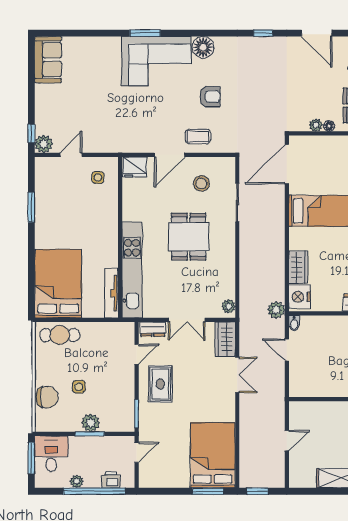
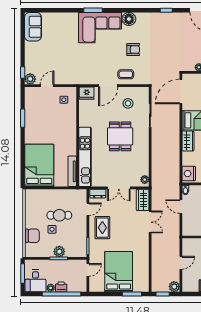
wardrobe: (298, 267) -> (188, 141), moved
plant: (276, 310) -> (174, 287), moved
cafe table: (60, 335) -> (59, 215), moved
desk: (51, 454) -> (35, 281), moved, turned 180
bed: (213, 455) -> (119, 272), moved
printer: (111, 480) -> (61, 287), moved

